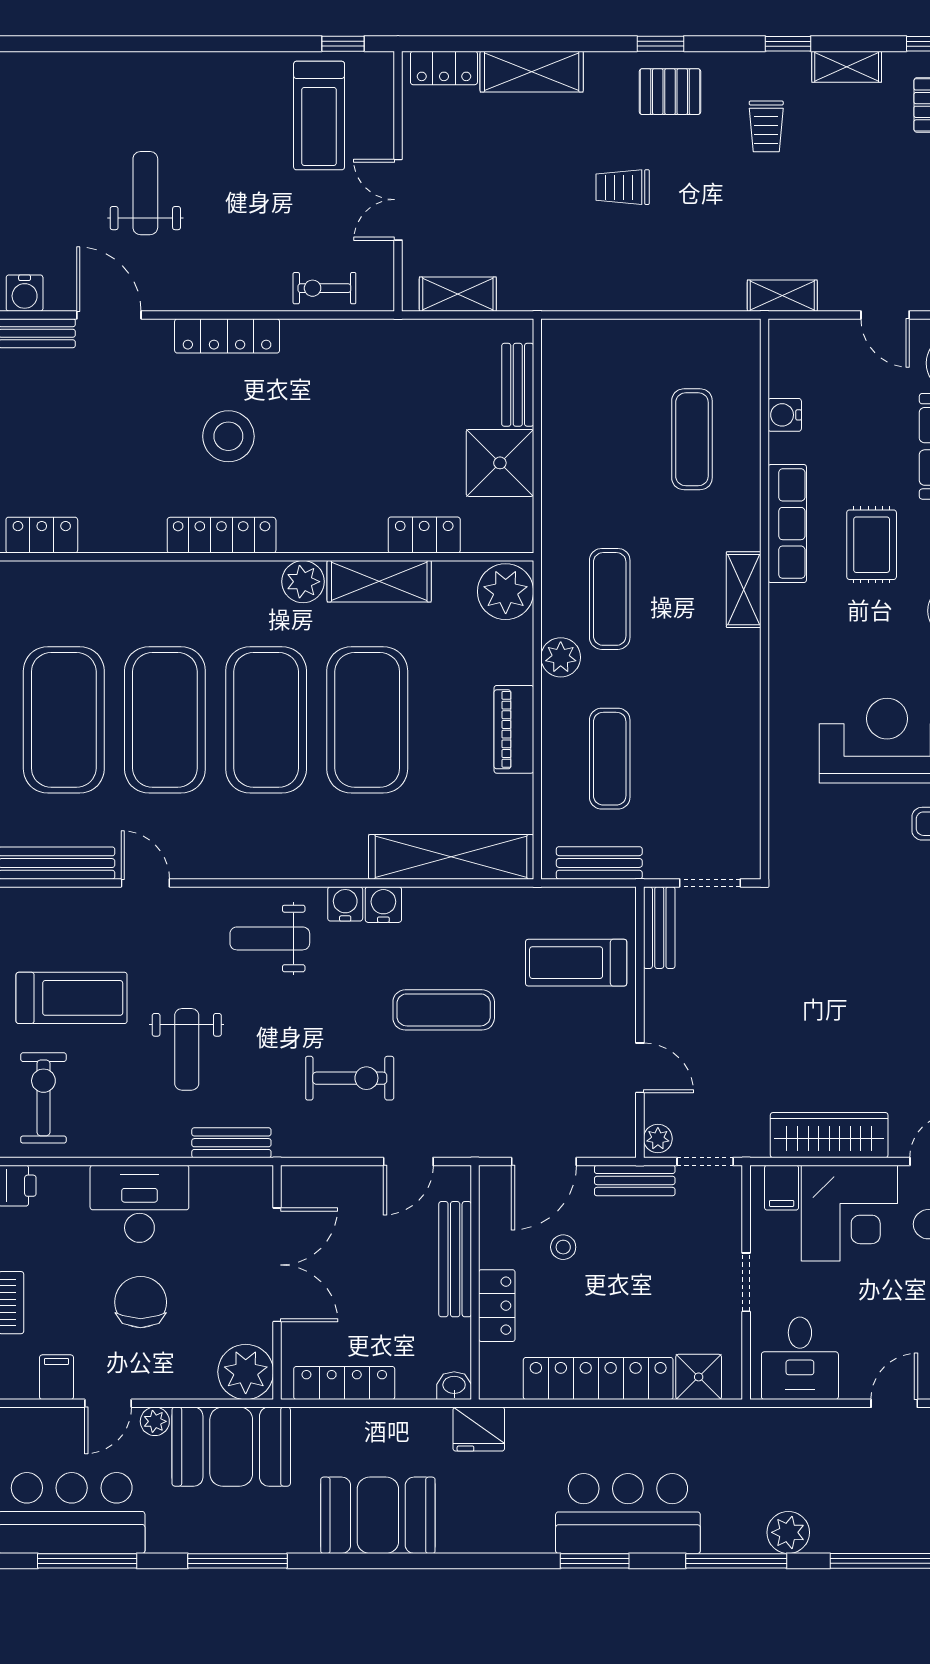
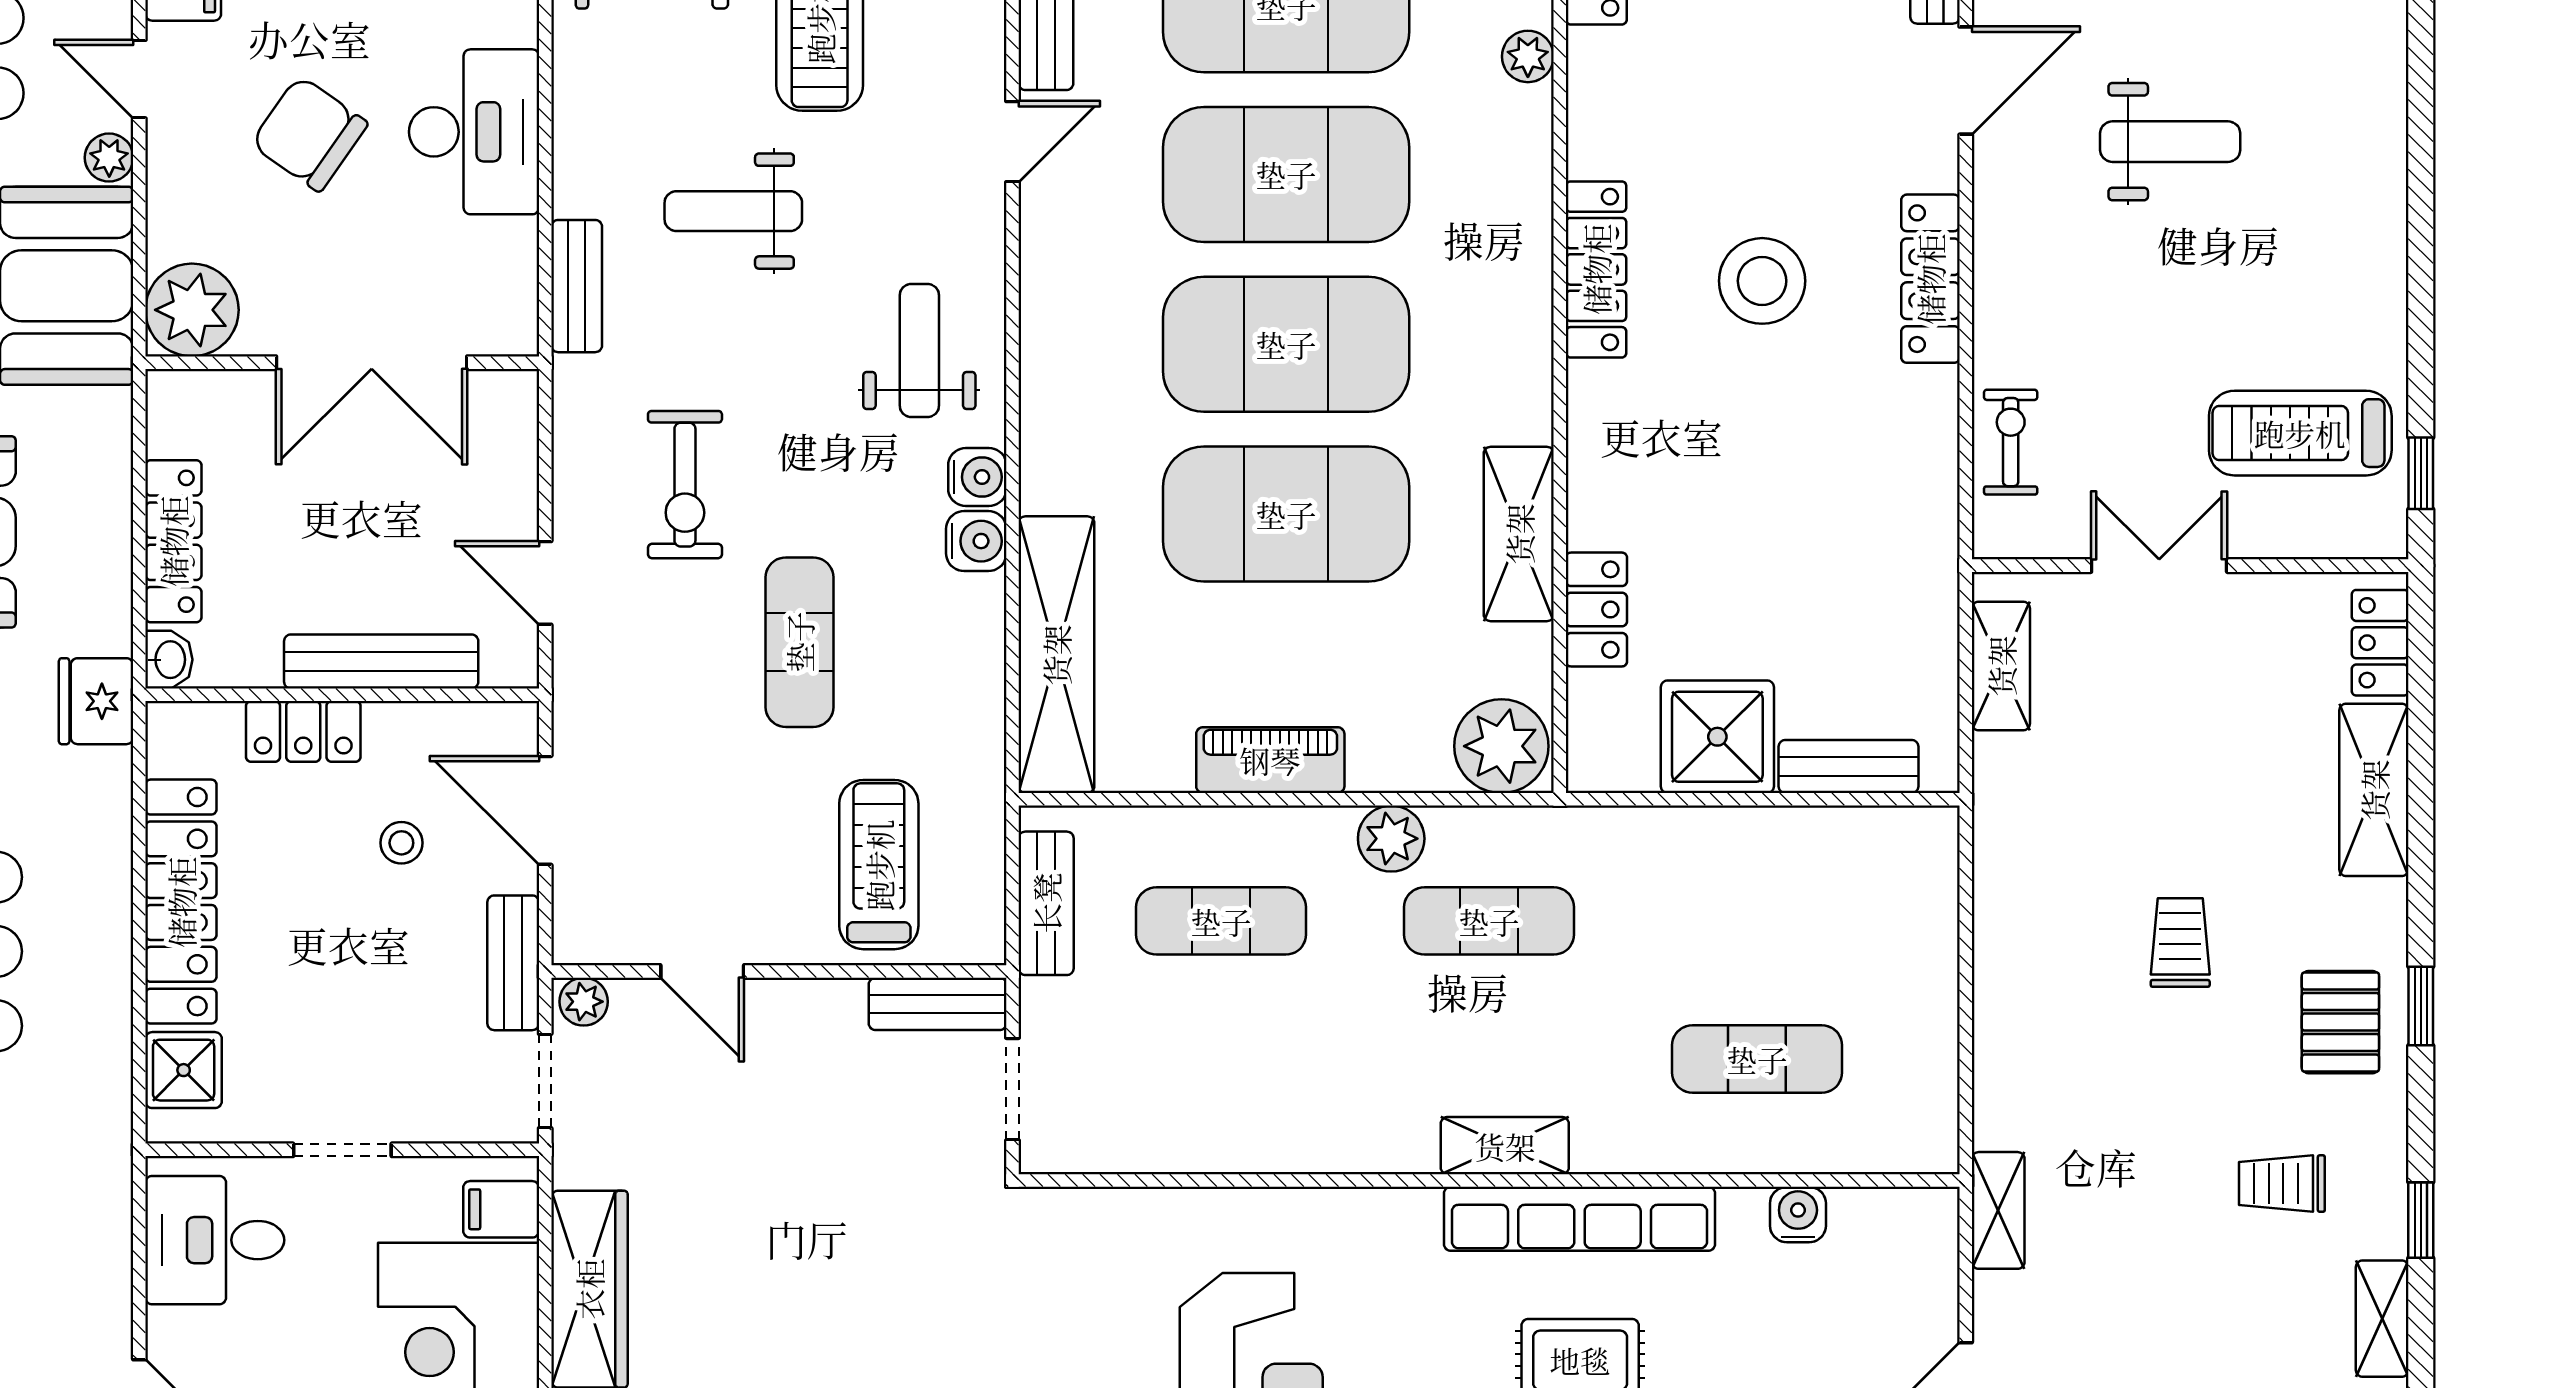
row of seats: (787, 524) -> (1579, 1219), width x1.36
plant: (303, 582) -> (1528, 56), moved, width x0.73, depth x0.73
door: (640, 1068) -> (702, 971), hinge flipped
chair: (141, 1302) -> (309, 134), turned -145
locker: (344, 1383) -> (173, 541), moved

